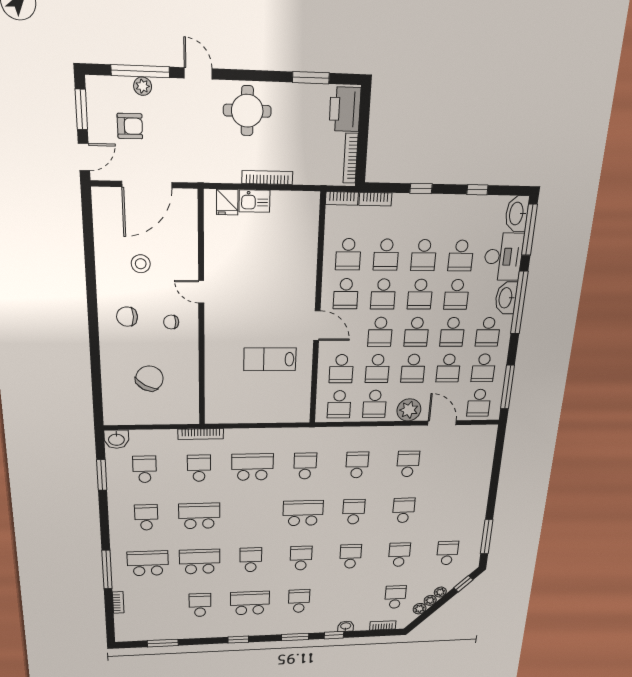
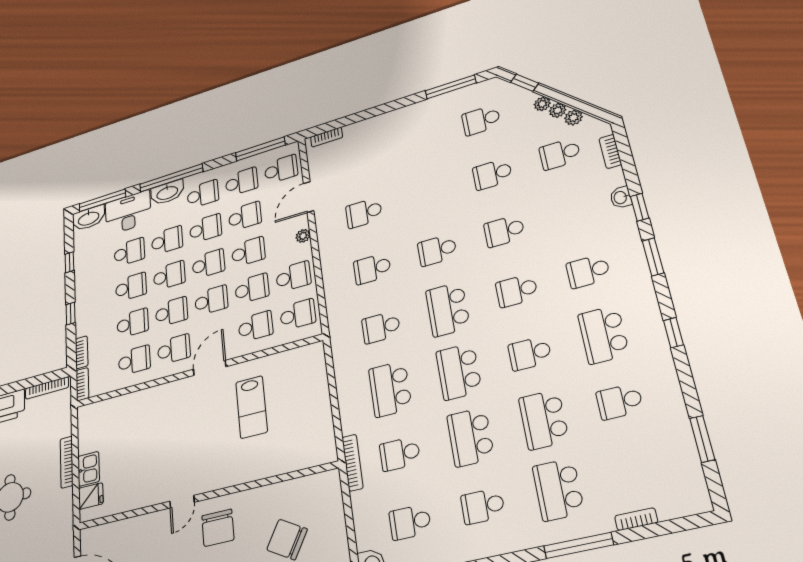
chair: (171, 322) -> (218, 528), width x1.87, depth x1.87
plant: (409, 410) -> (303, 236), width x0.53, depth x0.53
bookcase: (491, 442) -> (327, 137), added
school desk: (404, 510) -> (459, 371), moved, width x1.85

